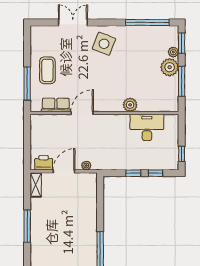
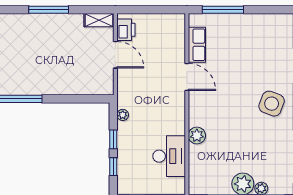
coffee table: (47, 70) -> (239, 34), removed
plant: (86, 165) -> (123, 115), moved

